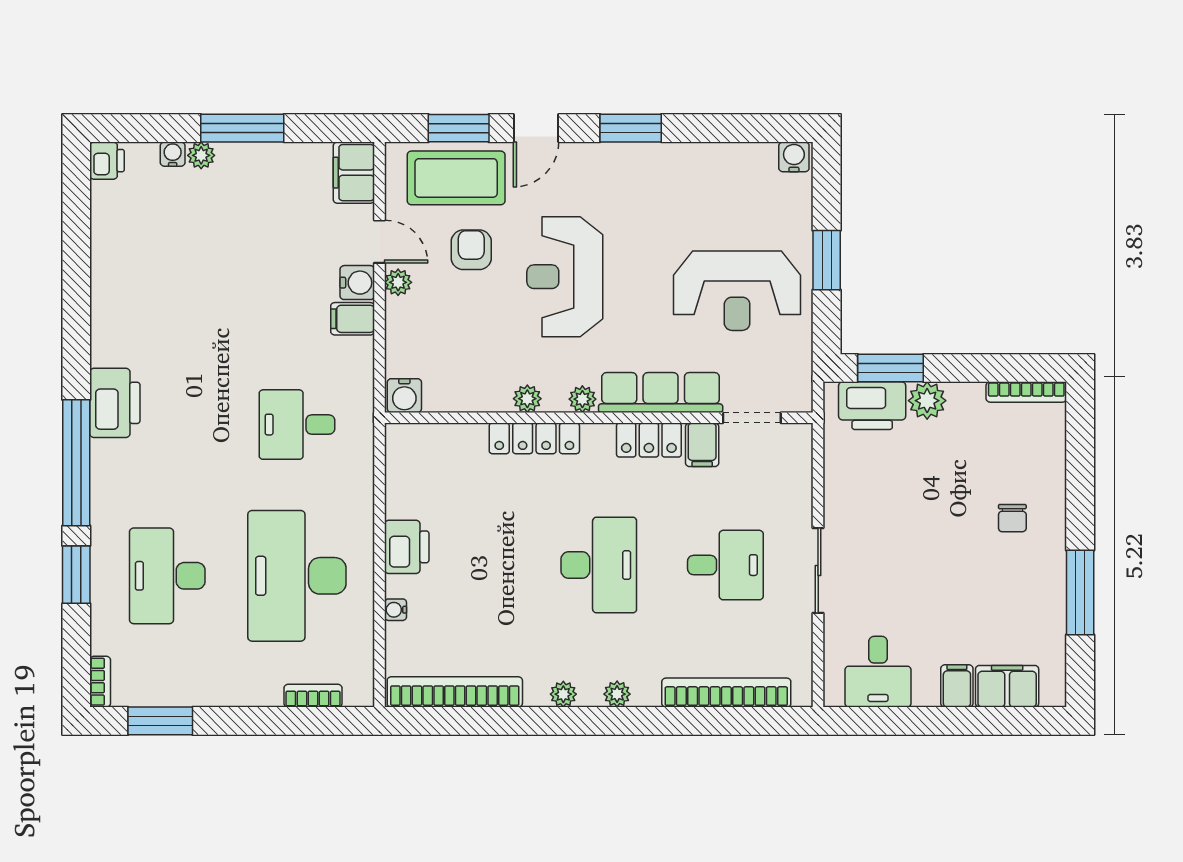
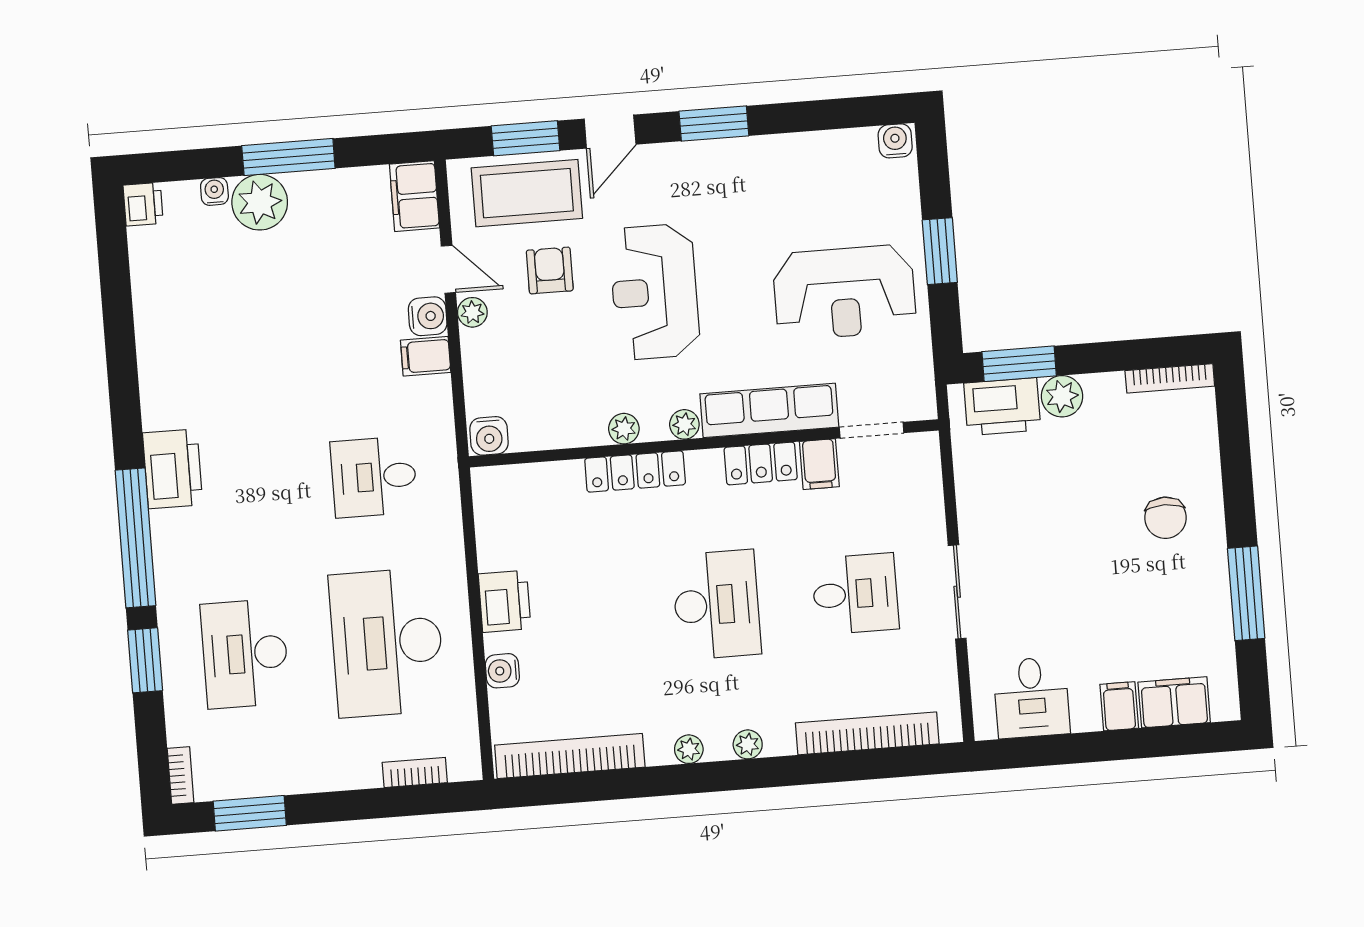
plant: (201, 155) -> (260, 202), width x1.88, depth x1.88
chair: (1012, 518) -> (1165, 518), width x1.37, depth x1.37
water cooler: (396, 610) -> (502, 671), width x1.38, depth x1.38

